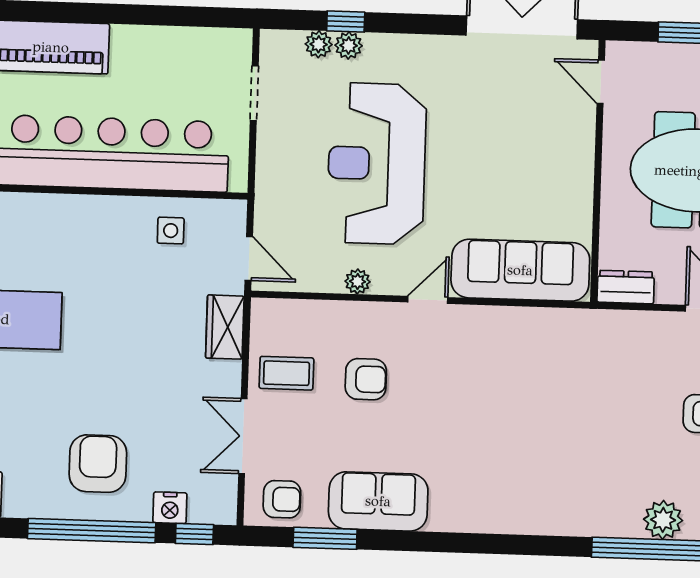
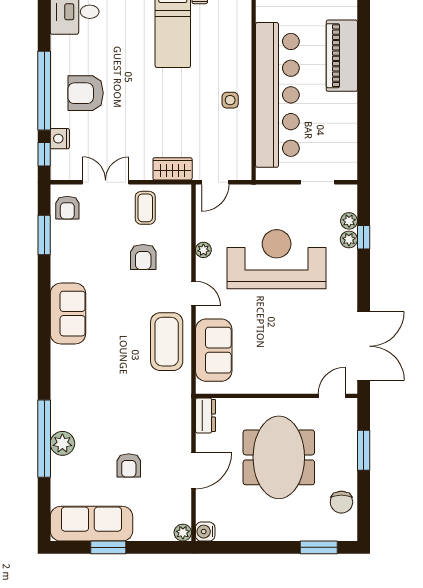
side table: (171, 231) -> (230, 100), moved
sofa: (520, 270) -> (214, 350), width x0.73
coffee table: (504, 346) -> (167, 342), added
armchair: (98, 464) -> (86, 93), turned 180
sofa: (378, 501) -> (68, 314), moved

